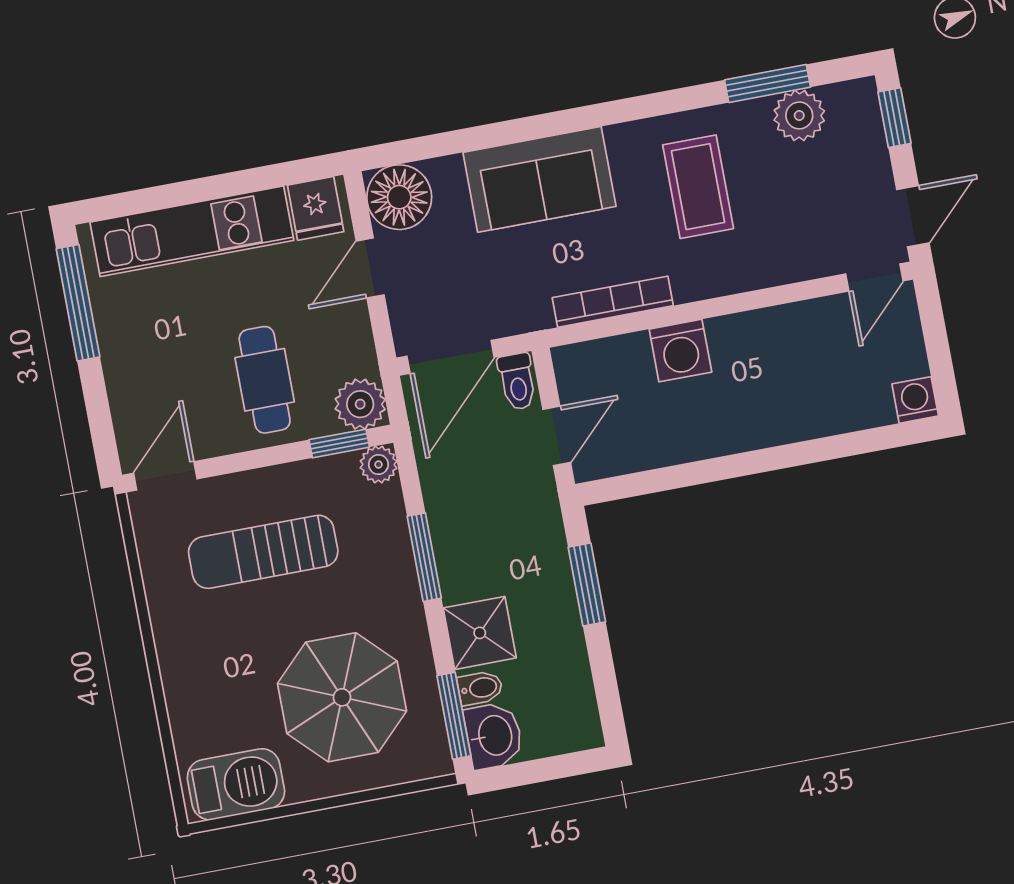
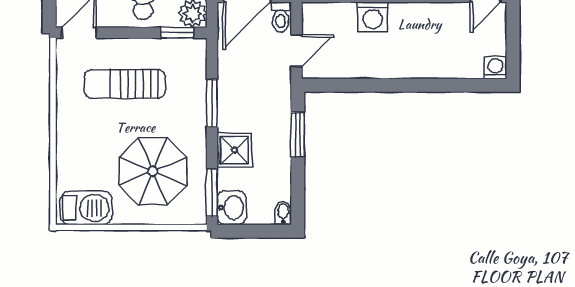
plant: (378, 465) -> (196, 48), removed
bidet: (480, 688) -> (283, 213), moved, turned -90

